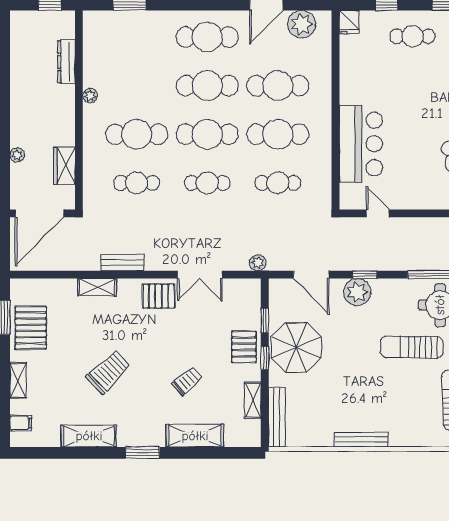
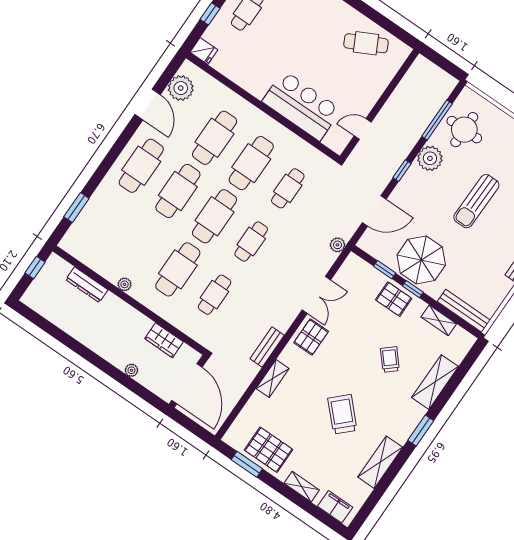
plant: (357, 292) -> (430, 158), moved
sun lounger: (412, 347) -> (476, 201), moved
filing cabinet: (21, 423) -> (335, 507), width x2.00

